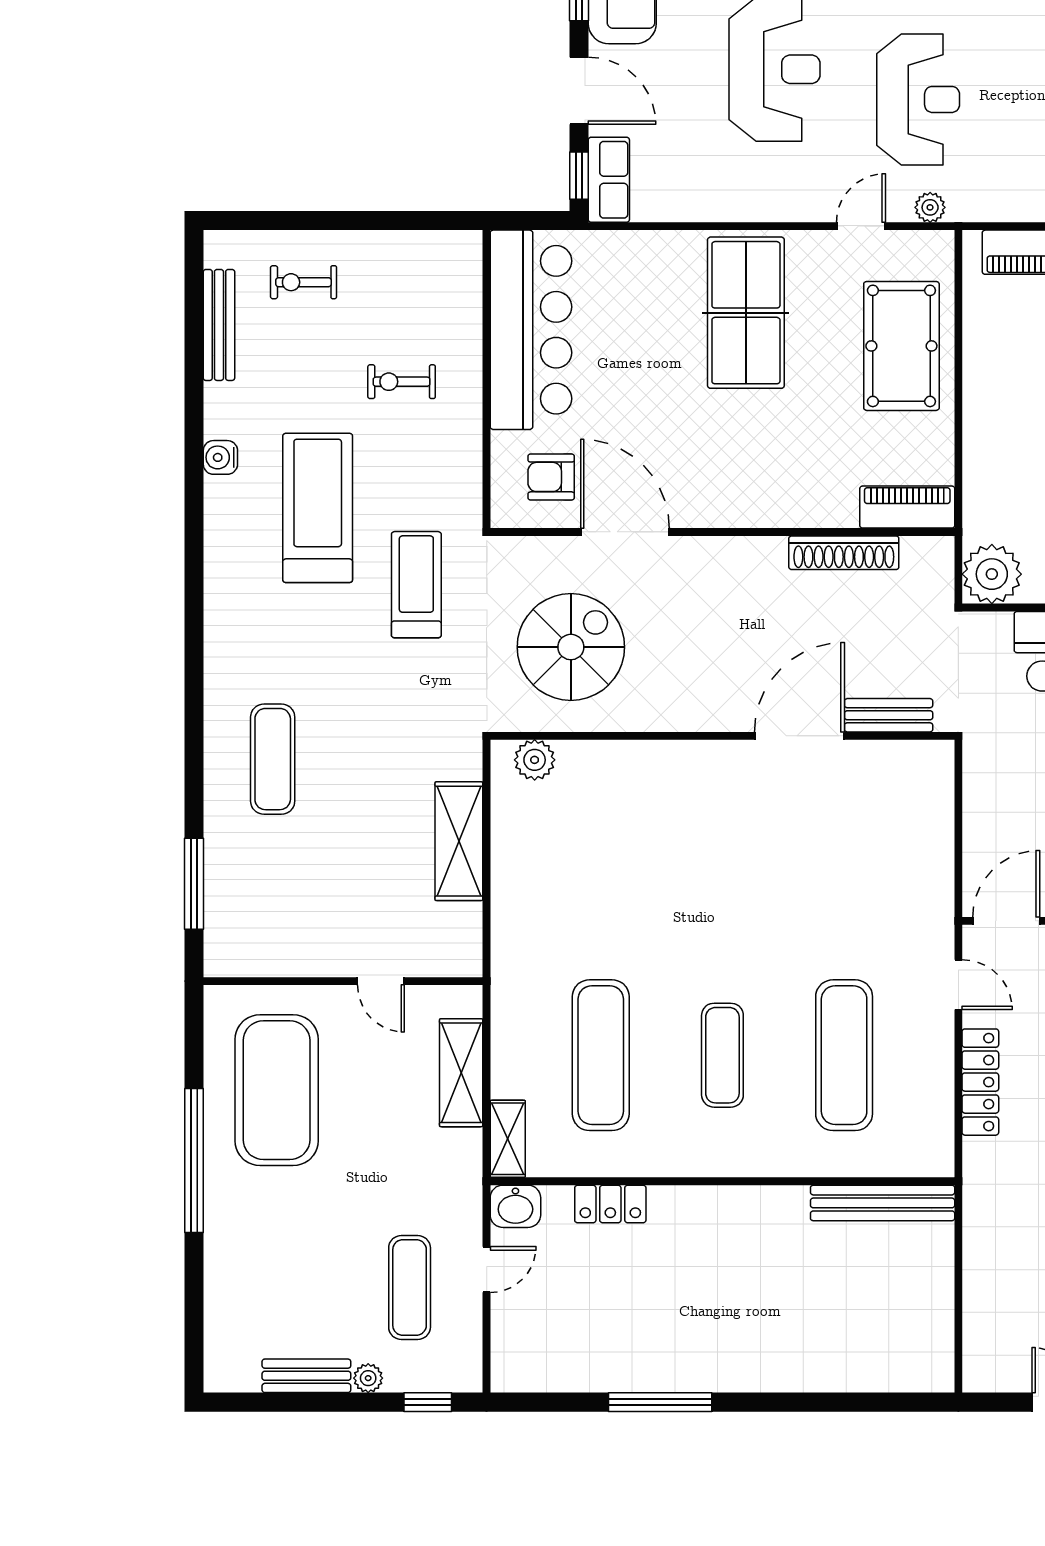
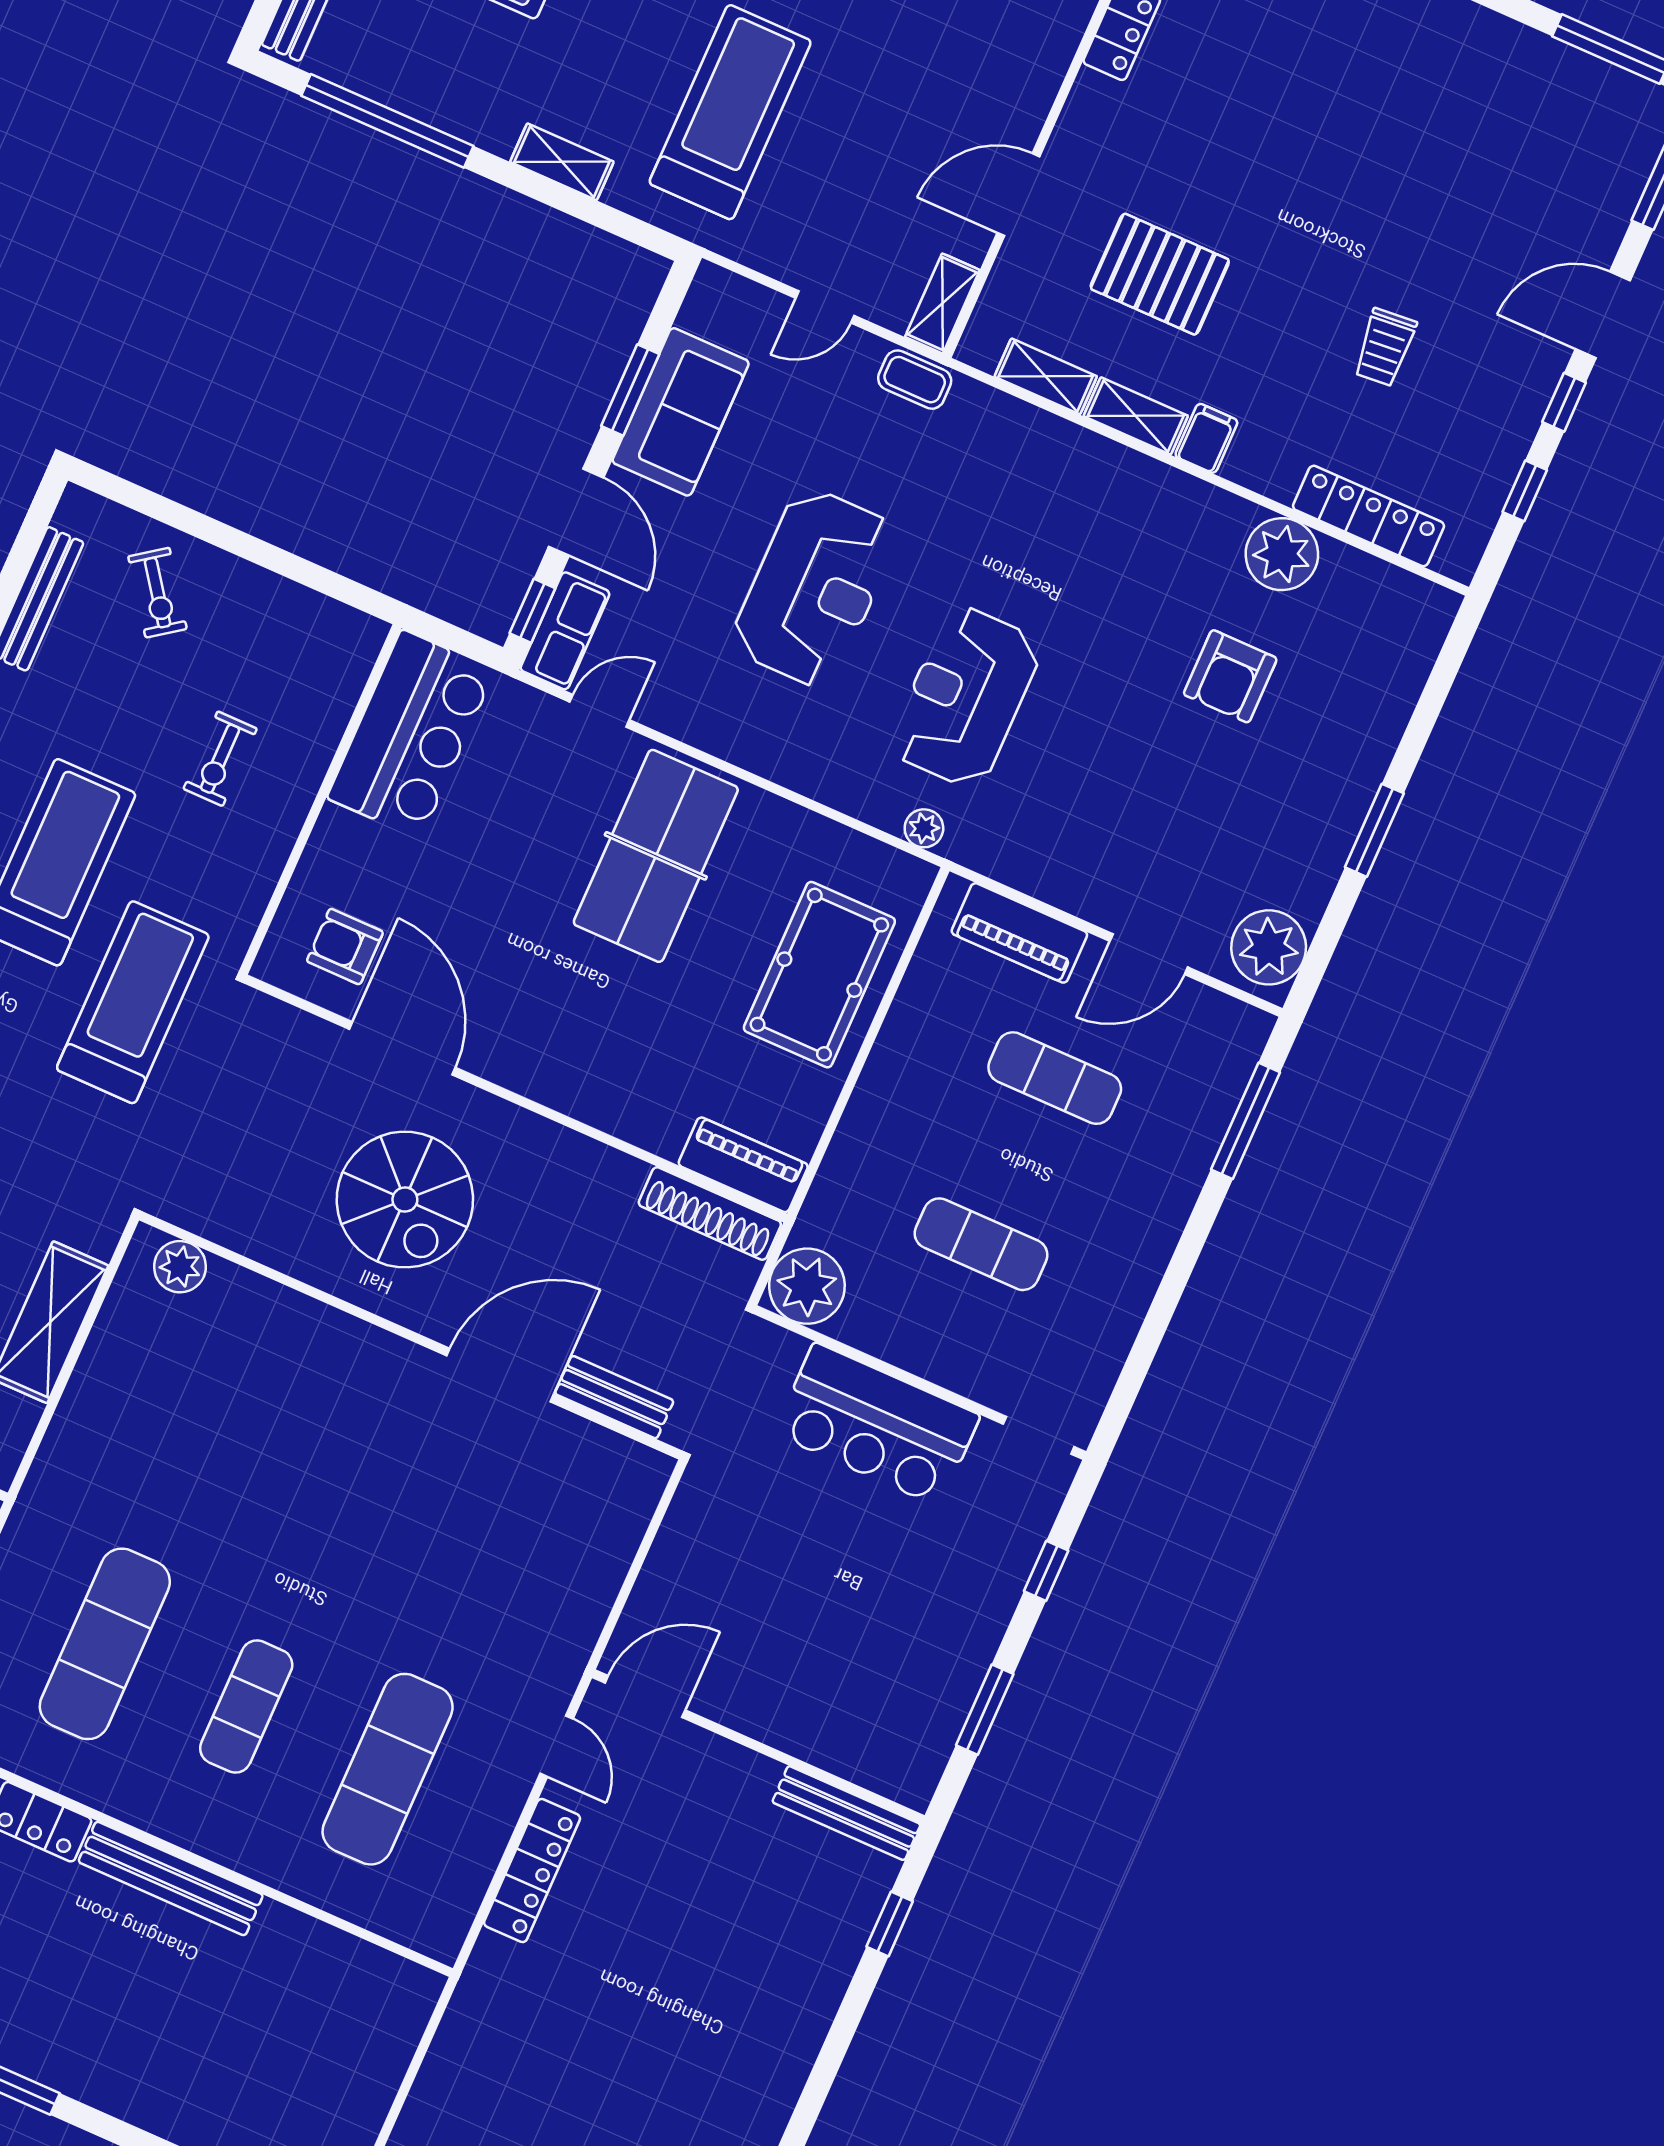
reception desk: (918, 99) -> (966, 697), turned 180
door: (861, 226) -> (600, 711), moved
exercise bike: (304, 282) -> (157, 593), turned -126
bar counter: (531, 330) -> (411, 734), width x0.73
exercise bike: (402, 382) -> (220, 759), turned -90
shoe rack: (844, 553) -> (710, 1213), moved
treadmill: (416, 585) -> (133, 1002), width x1.37, depth x1.38
spiral stairs: (571, 647) -> (405, 1200), moved, turned 90
bench: (883, 1203) -> (171, 1878), moved

